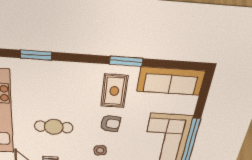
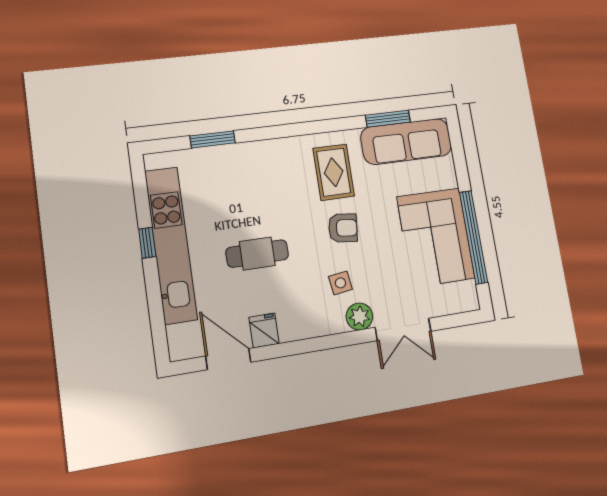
window: (126, 61) -> (388, 119), moved

